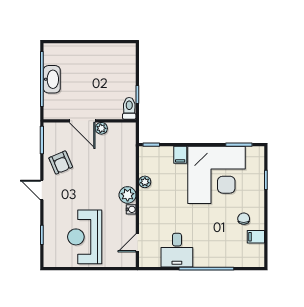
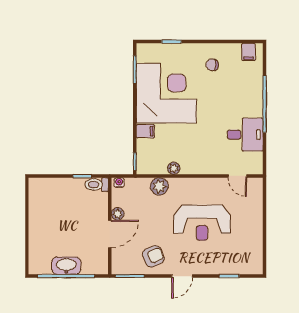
plant: (128, 195) -> (159, 186), moved
water cooler: (131, 209) -> (119, 183), moved
reception desk: (85, 237) -> (202, 223), moved
filing cabinet: (256, 237) -> (249, 52), moved

